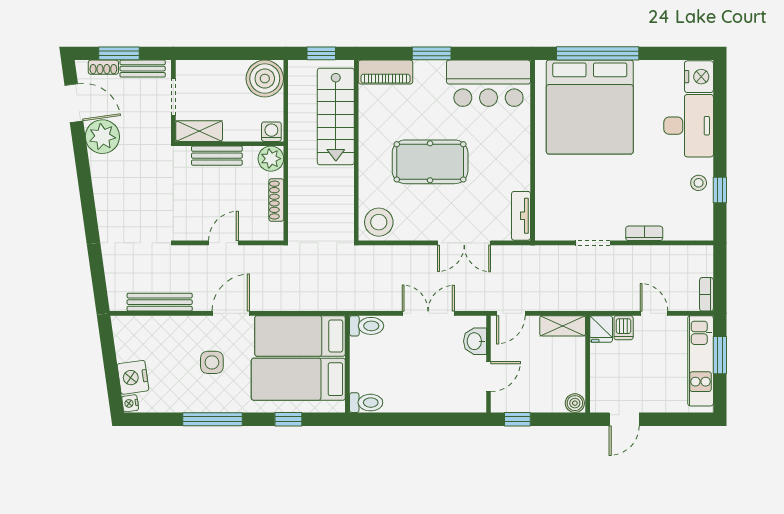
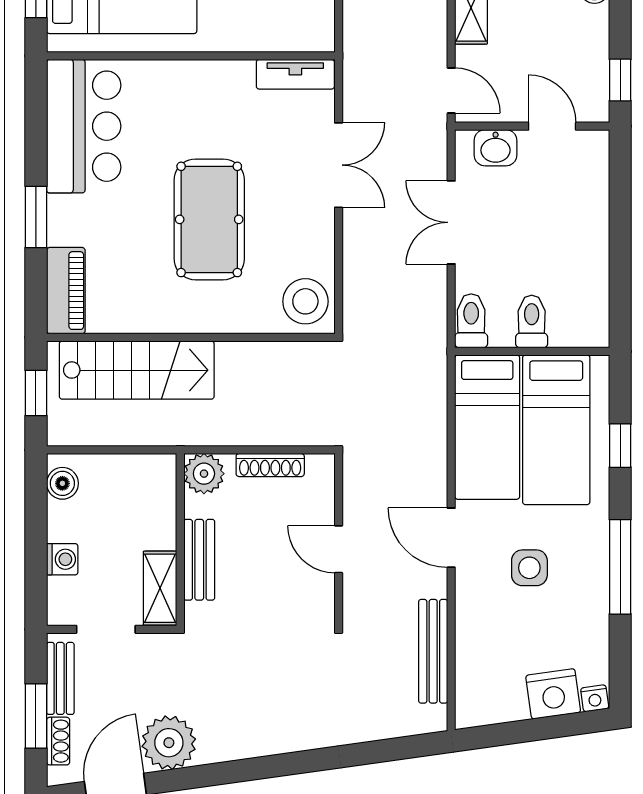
boiler: (265, 79) -> (62, 483), width x0.54, depth x0.54
washing machine: (271, 132) -> (62, 559), moved, turned 180
toilet: (366, 403) -> (532, 322), moved

